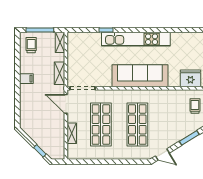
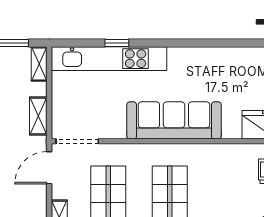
kitchen unit: (136, 39) -> (109, 59), moved
door: (66, 104) -> (49, 168), hinge flipped

